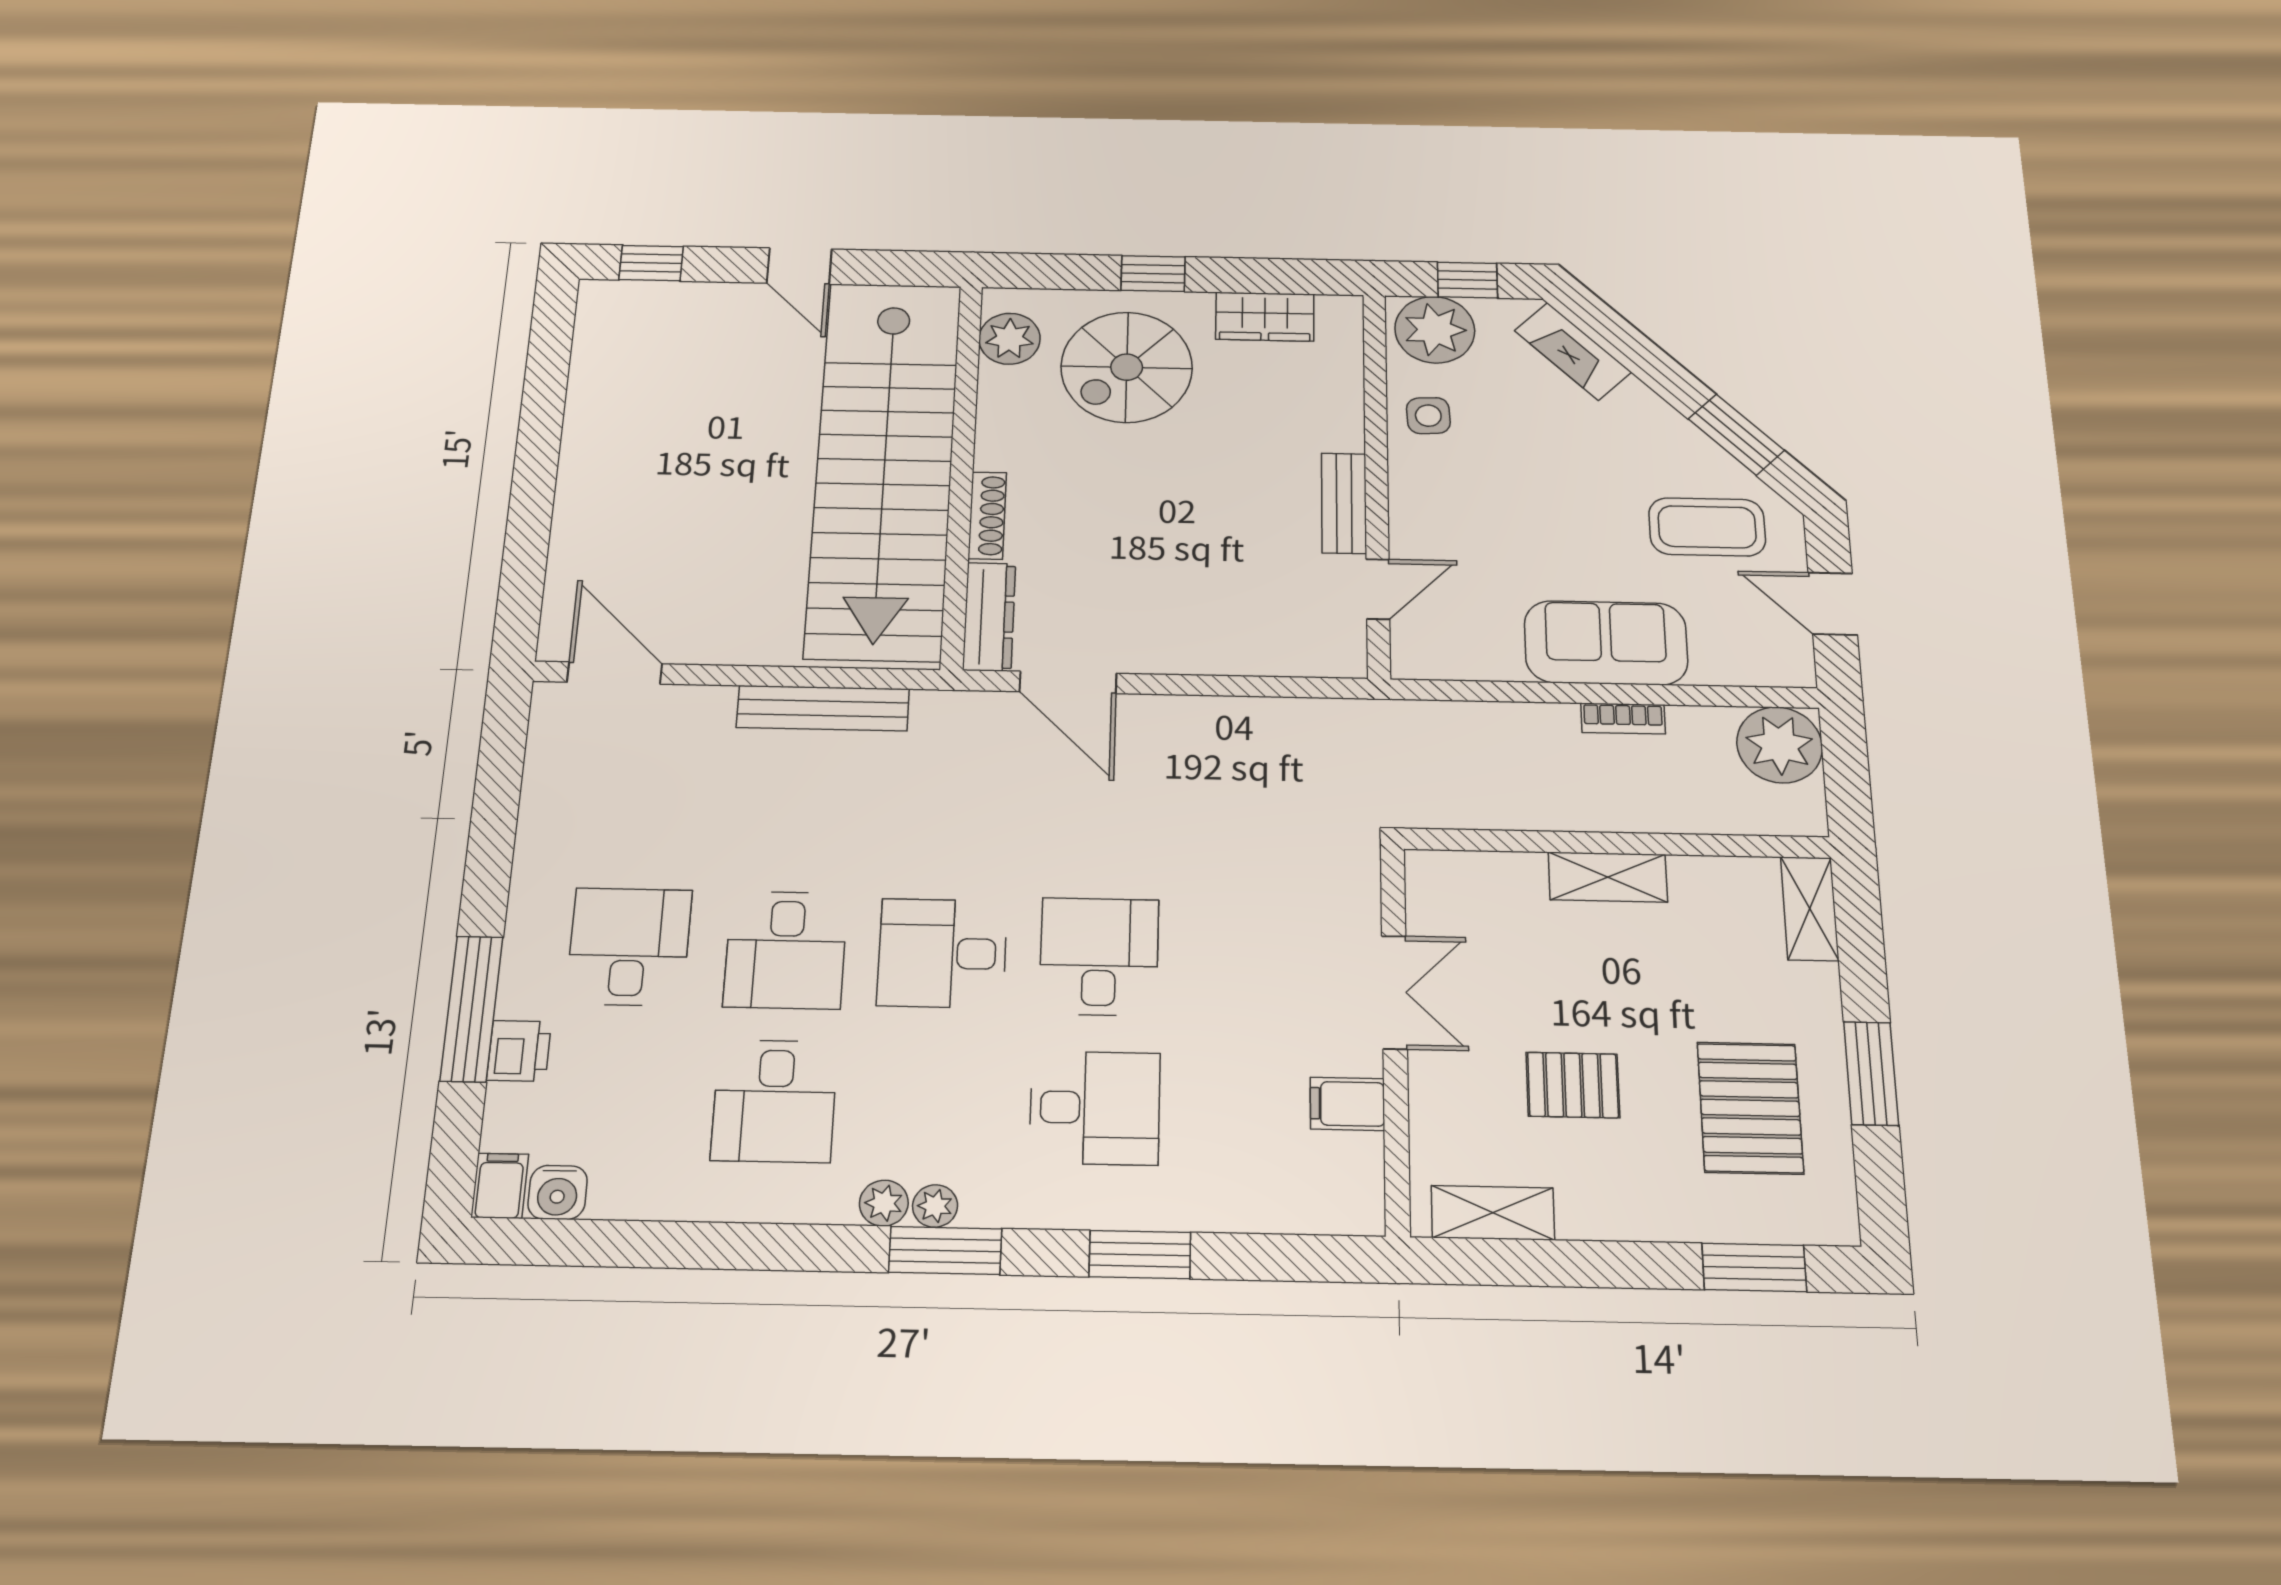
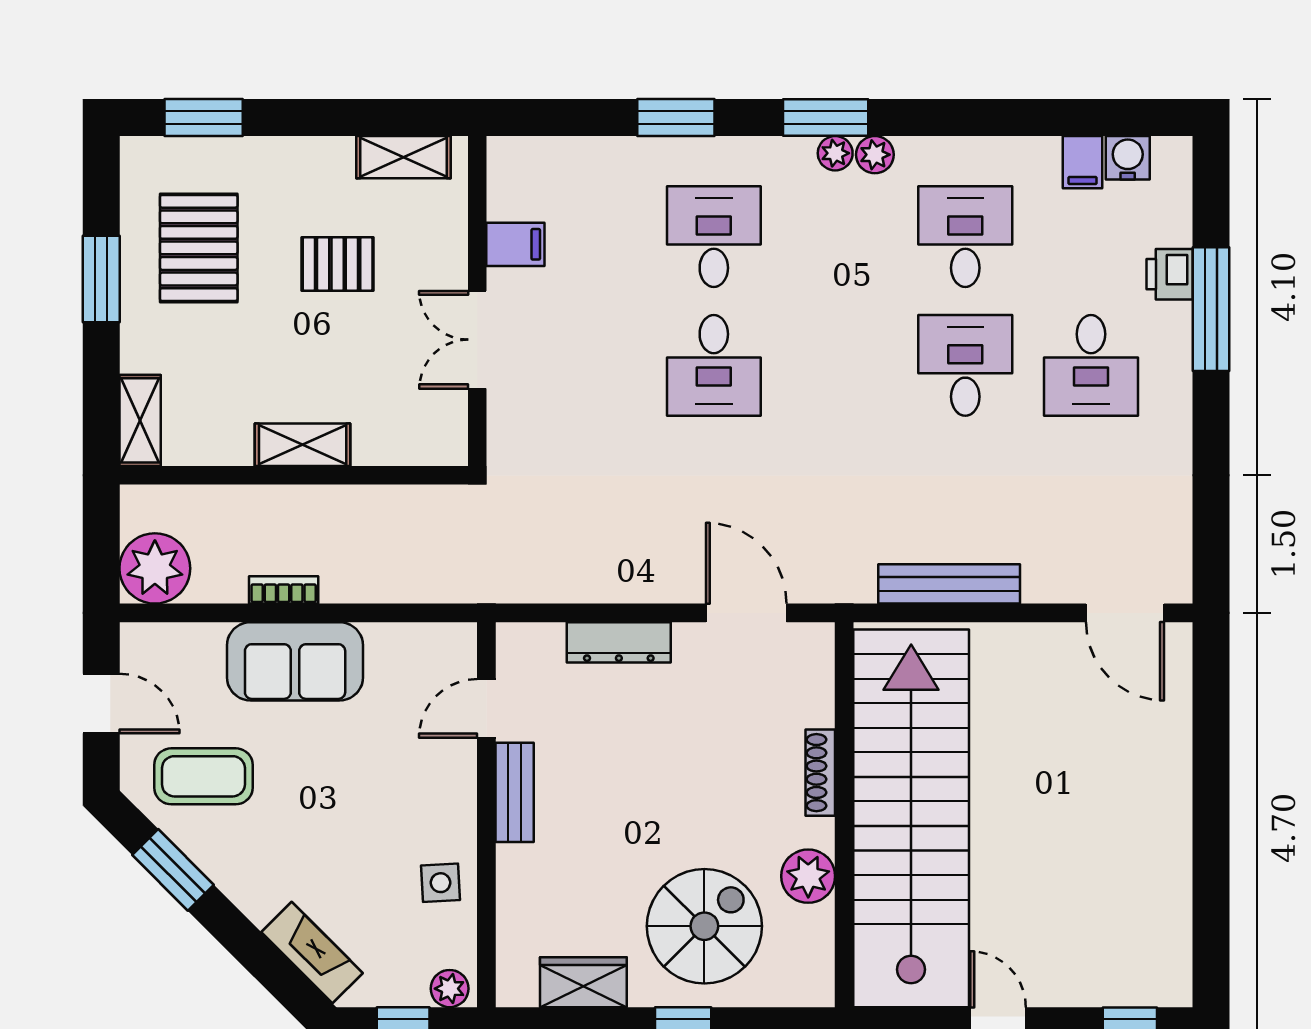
plant: (1435, 330) -> (450, 989), width x0.53, depth x0.53
plant: (1010, 339) -> (808, 876), moved
dresser: (989, 617) -> (619, 642), moved, turned -90
desk: (942, 953) -> (840, 365), removed
desk: (1095, 1108) -> (714, 237), turned 90
filing cabinet: (500, 1186) -> (1082, 162), moved

